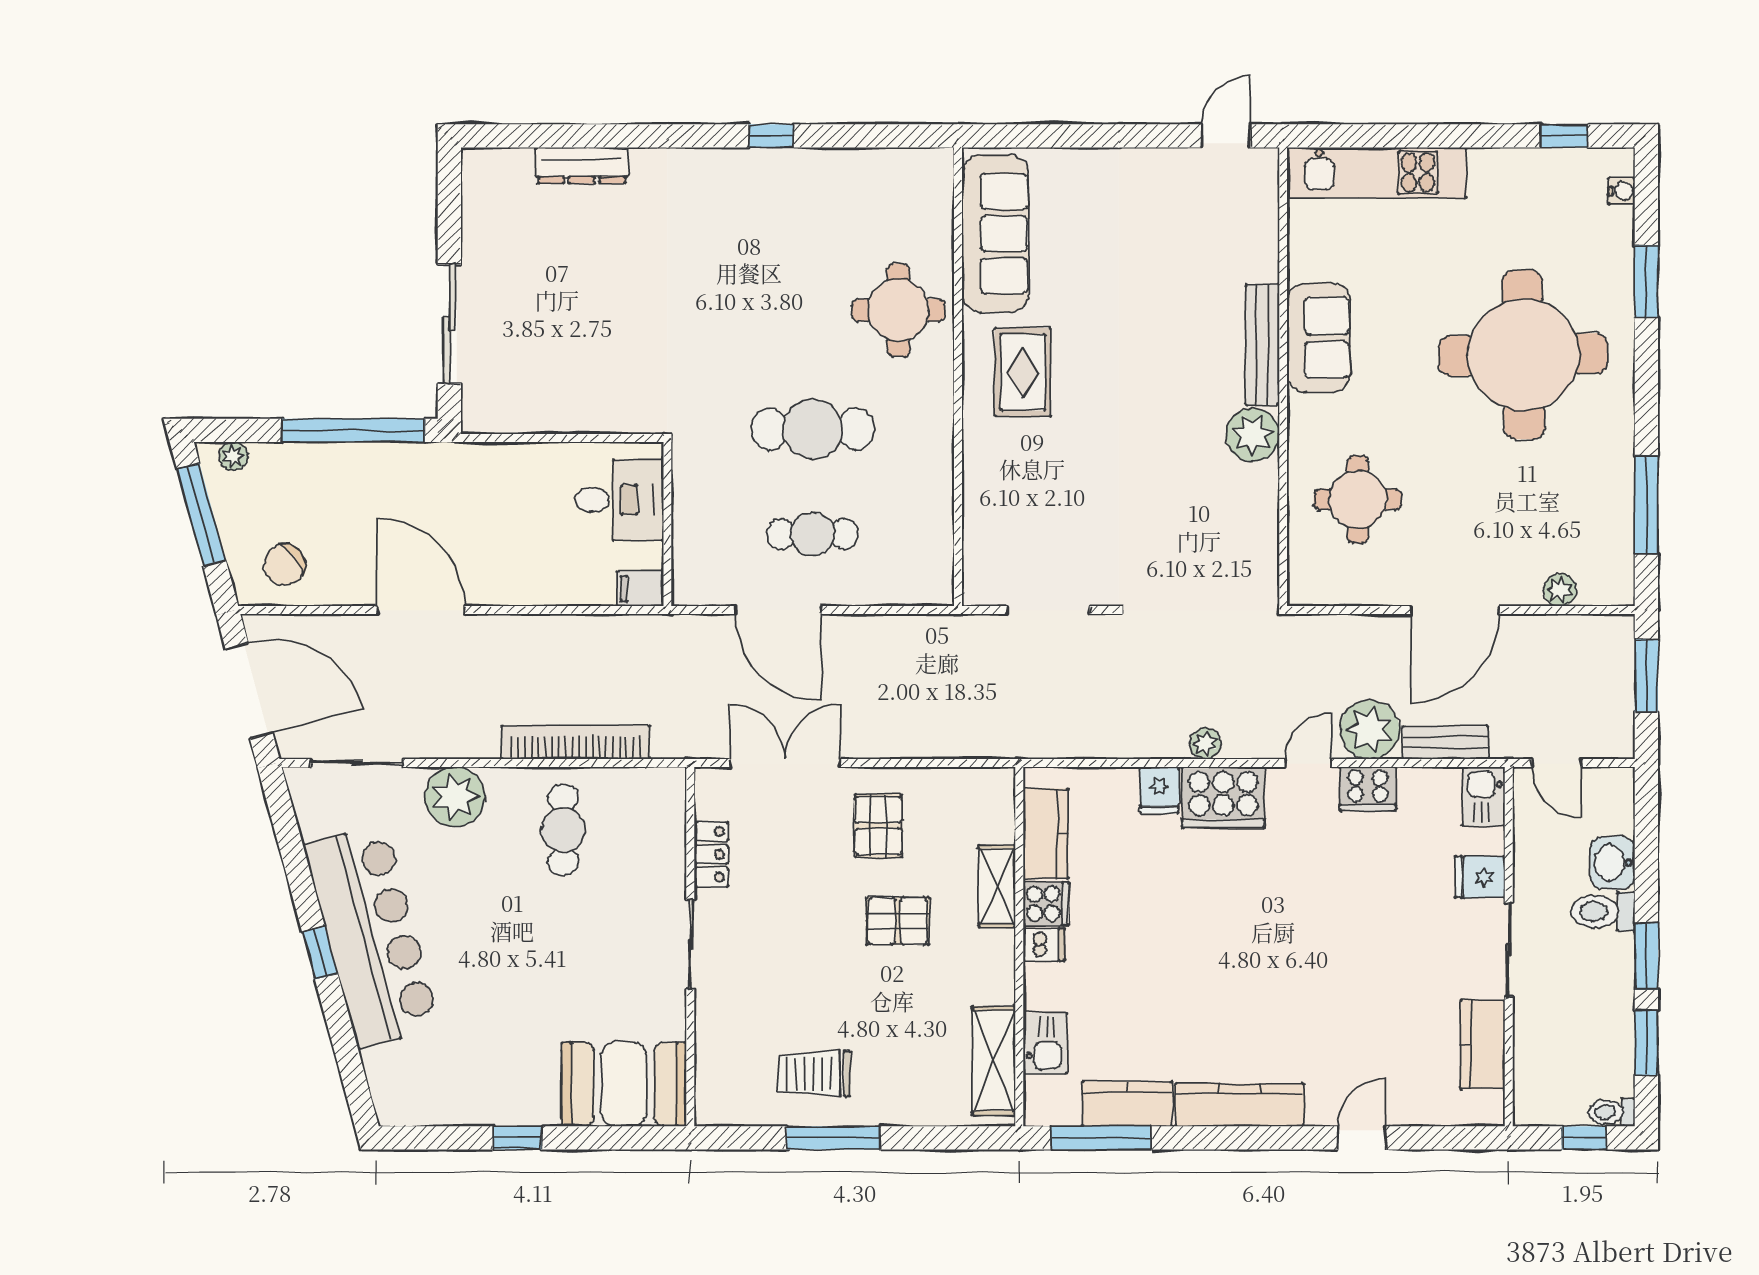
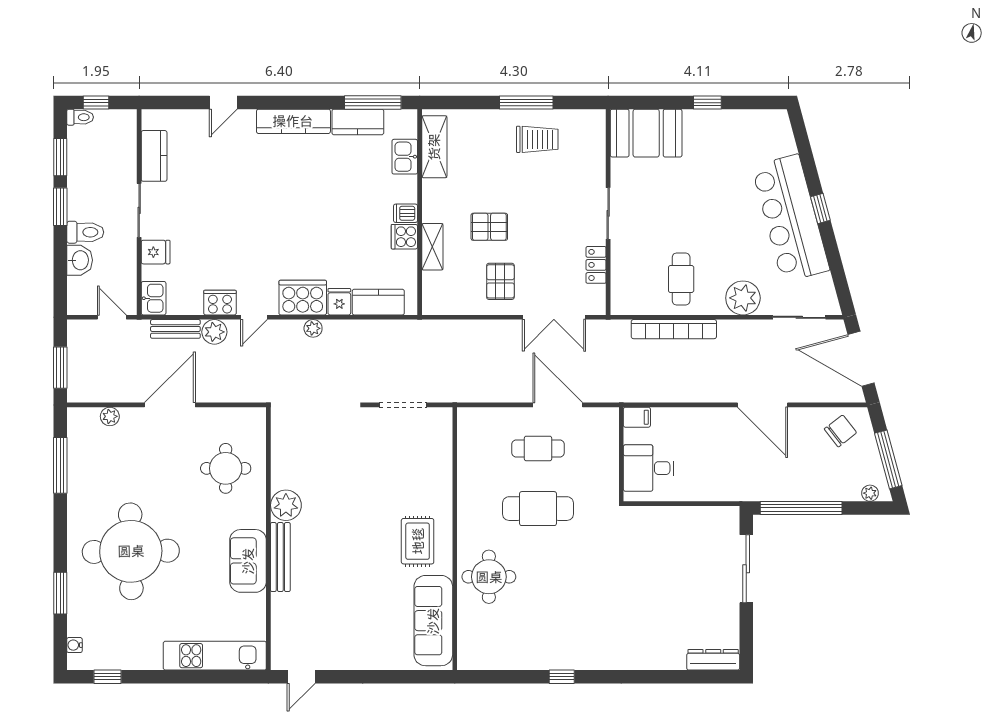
dresser: (582, 165) -> (713, 660), moved
plant: (1370, 730) -> (214, 332), width x0.73, depth x0.73
kitchen counter: (1046, 834) -> (378, 302), moved, turned 90

